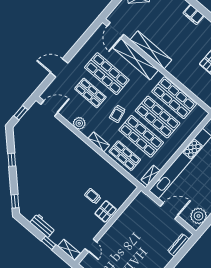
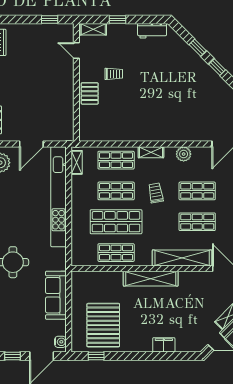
shelving: (151, 50) -> (151, 279), moved
shop shelf: (107, 74) -> (197, 222), width x0.70, depth x0.74
shop shelf: (174, 98) -> (116, 253), width x0.70, depth x0.74
shop shelf: (141, 136) -> (116, 191), width x0.70, depth x0.74
trolley: (93, 196) -> (114, 74), moved
window: (15, 201) -> (198, 48), moved
workbench: (43, 226) -> (152, 31), moved

